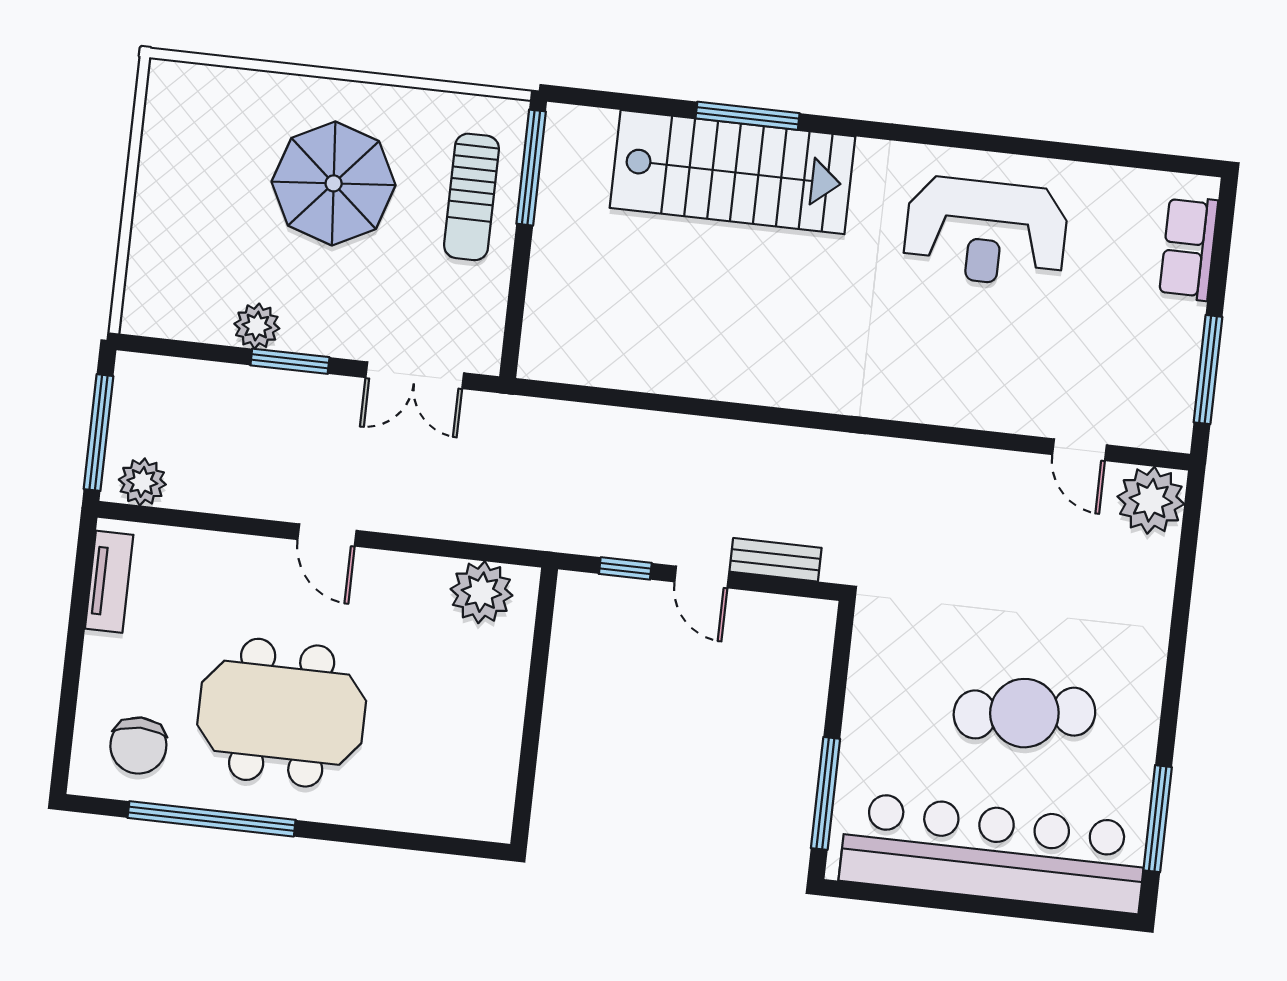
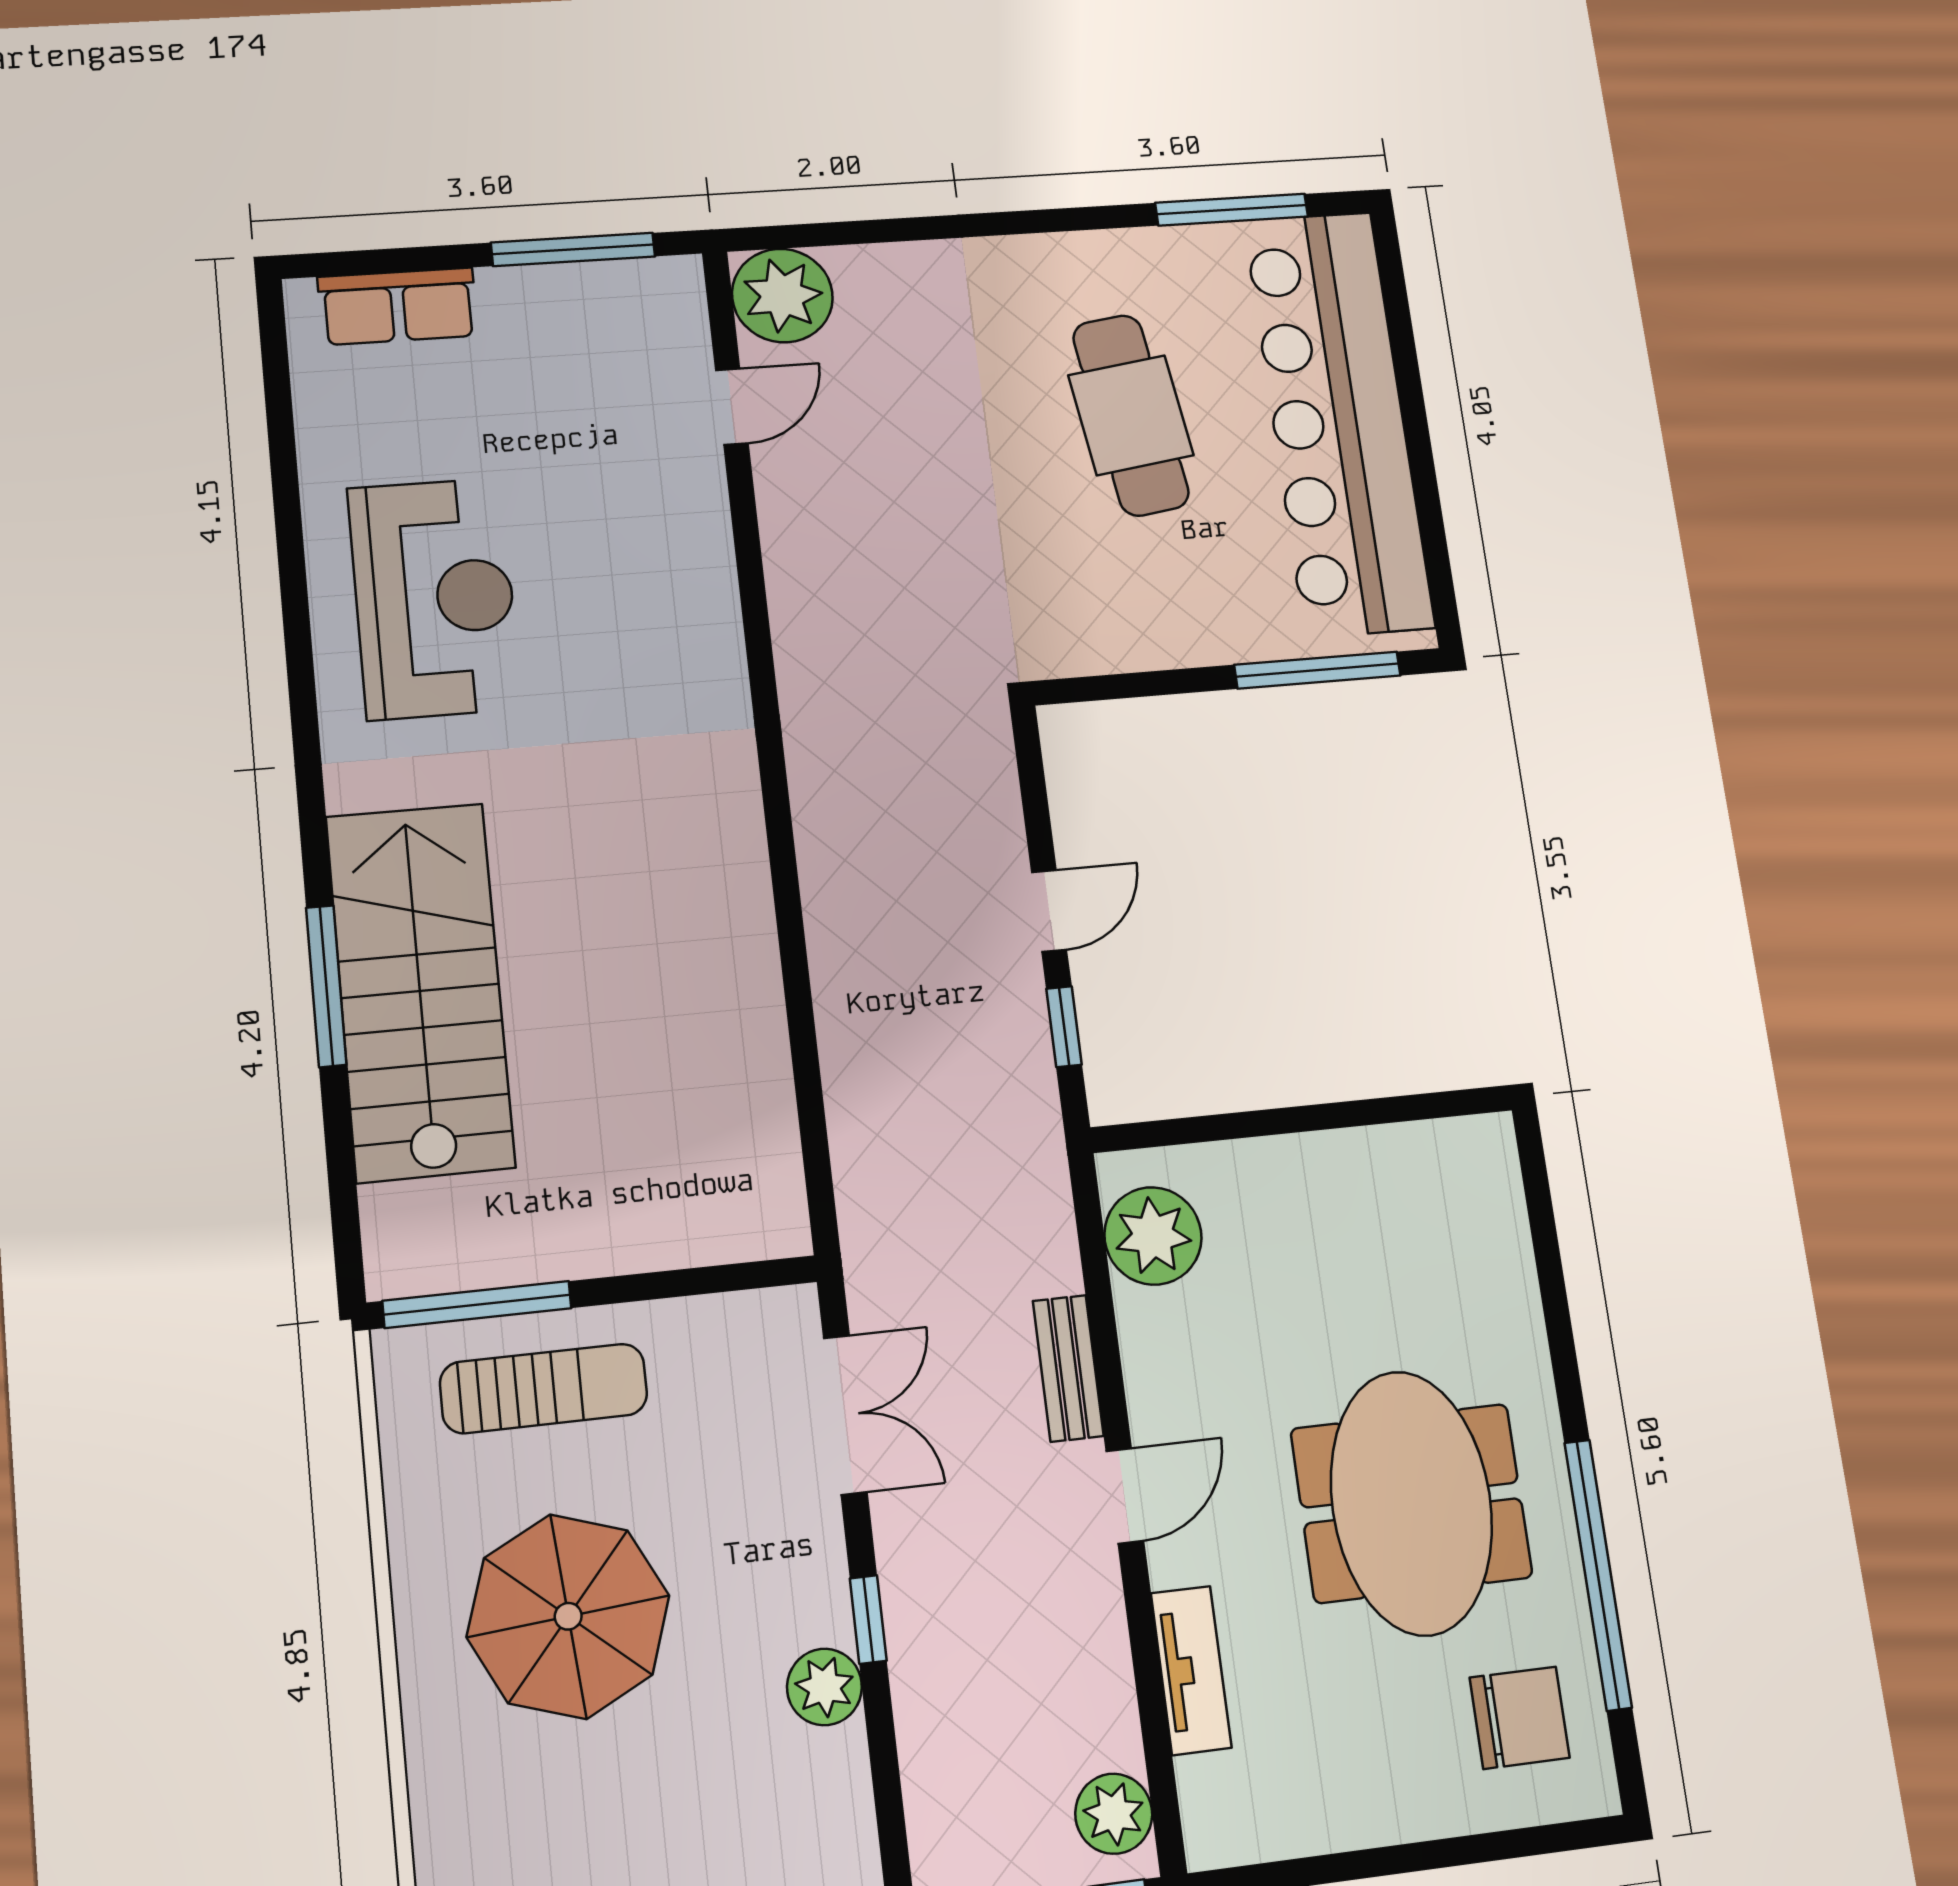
window: (290, 361) -> (868, 1620), width x0.67
bench: (776, 560) -> (1068, 1368), moved
tv unit: (109, 582) -> (1191, 1670), moved, turned 90

